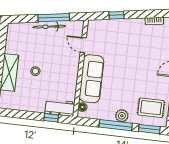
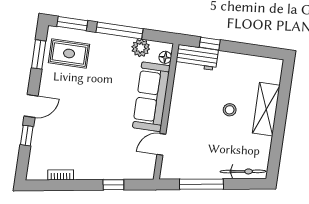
bicycle: (49, 27) -> (243, 171), moved
door: (83, 45) -> (161, 144), swing flipped
plant: (122, 116) -> (141, 48), moved

